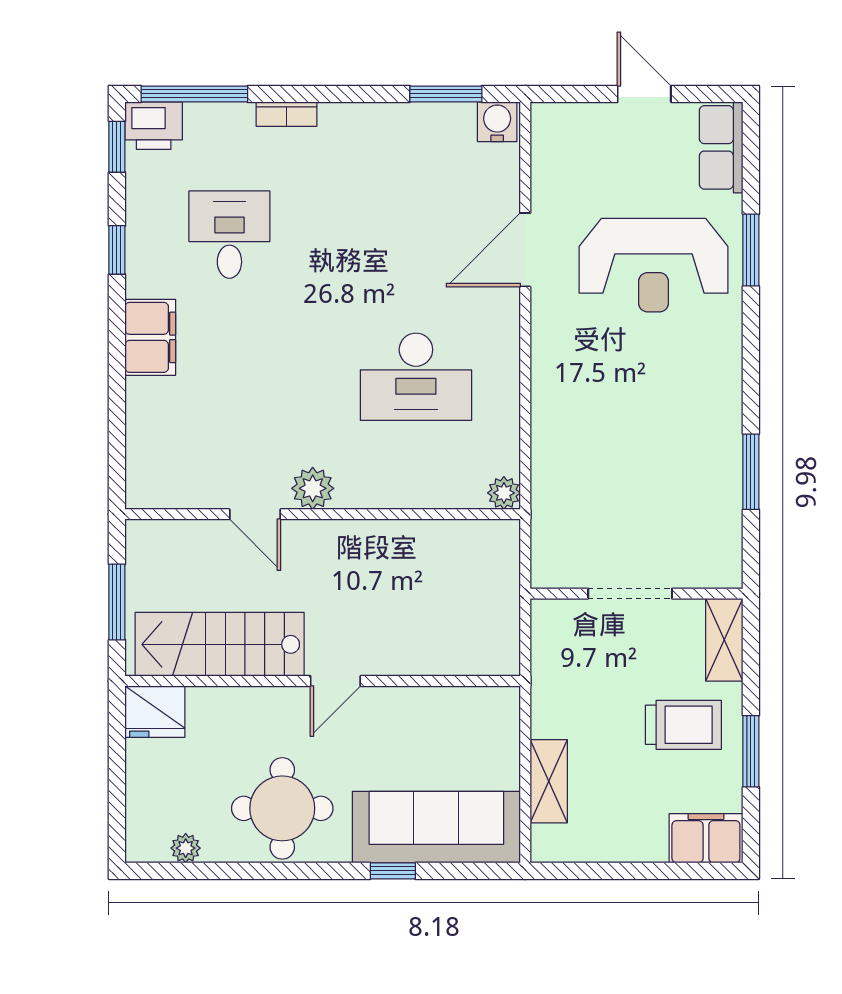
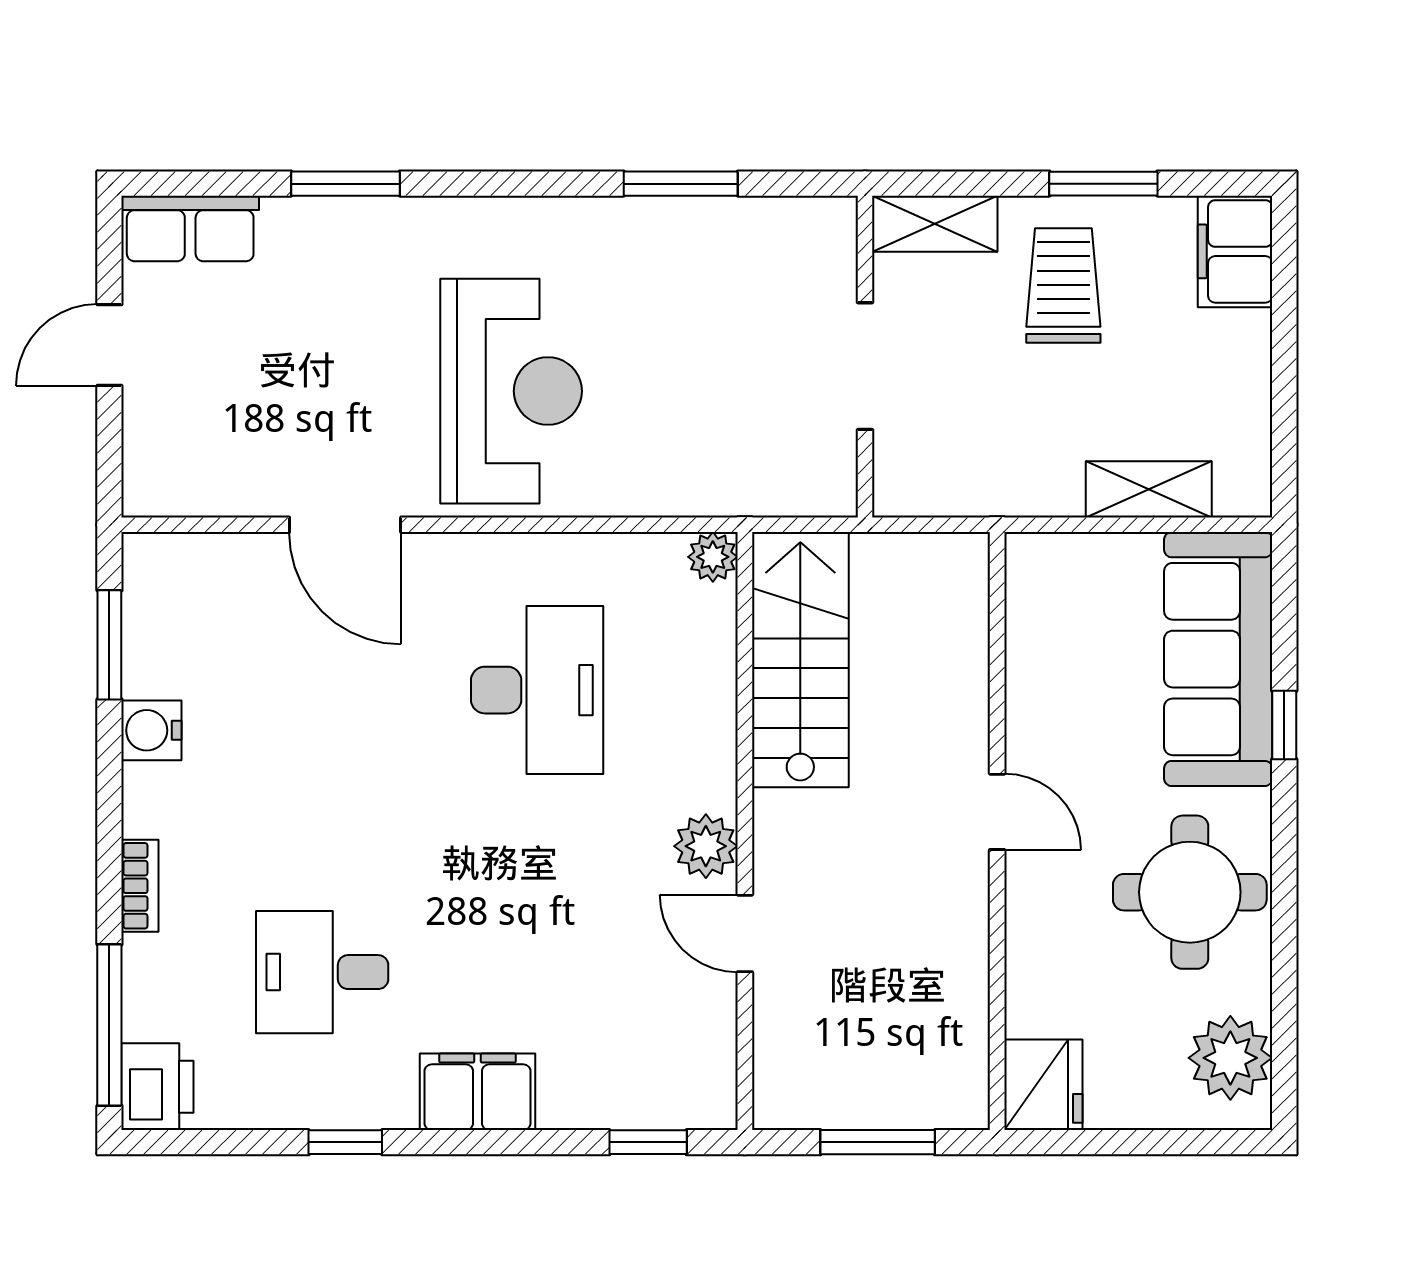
water cooler: (497, 122) -> (151, 730), moved
window: (117, 147) -> (648, 1142), moved
reception desk: (654, 265) -> (511, 391), moved
door: (255, 514) -> (745, 933), swing flipped
stairs: (220, 644) -> (800, 660), moved, turned 180
plant: (186, 848) -> (1230, 1058), width x1.87, depth x1.87

